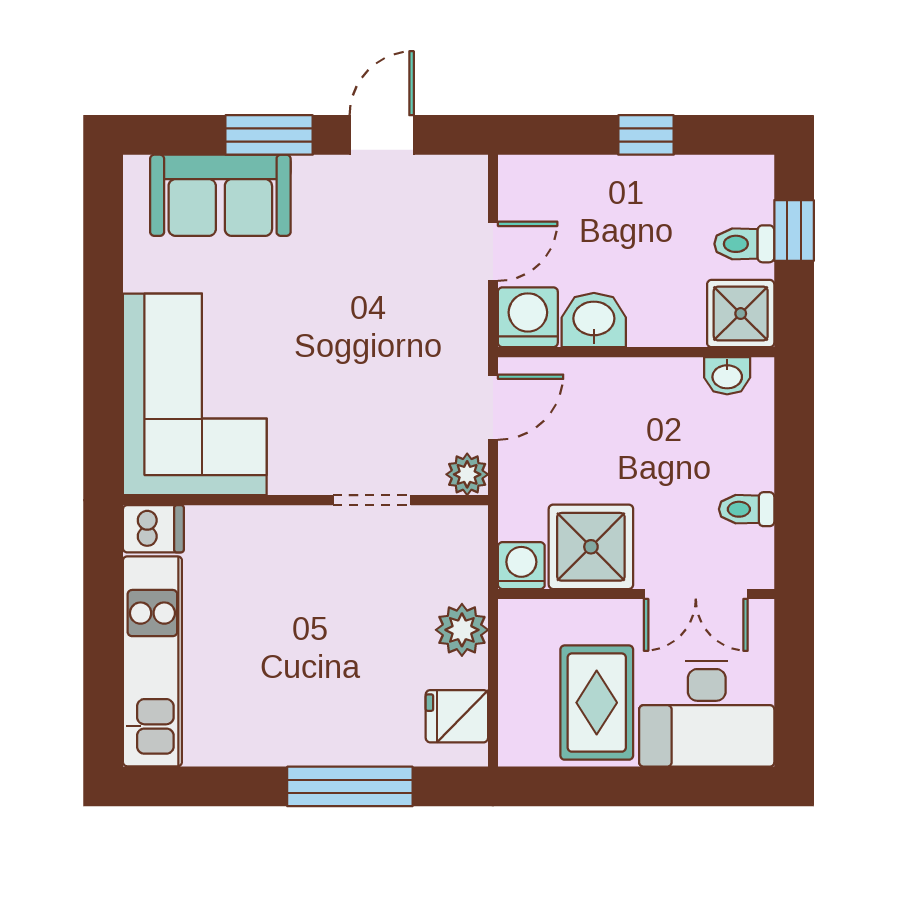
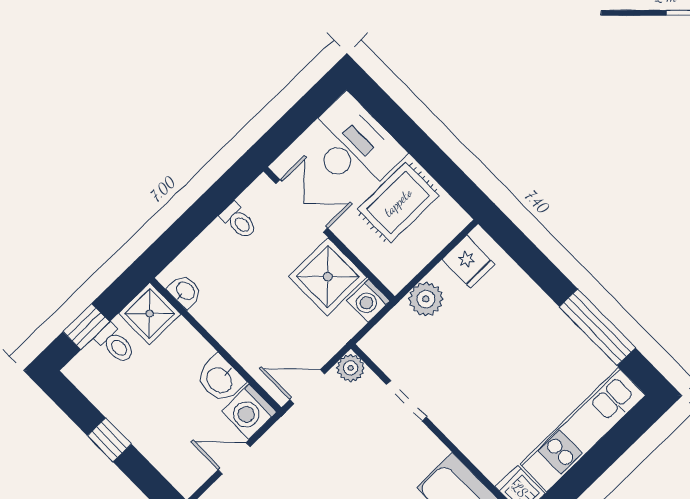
window: (350, 786) -> (597, 327), moved

